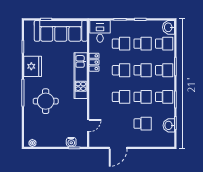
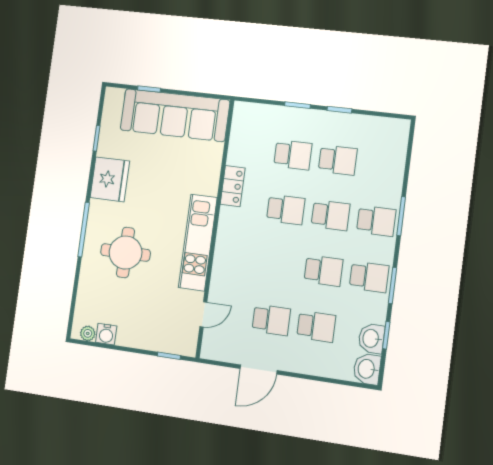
washbasin: (169, 27) -> (367, 369), moved
desk: (100, 31) -> (253, 125), removed
school desk: (164, 44) -> (383, 165), removed
kitchen unit: (81, 76) -> (198, 243), moved
school desk: (121, 97) -> (271, 320), moved
water cooler: (71, 142) -> (106, 334), moved

